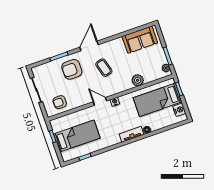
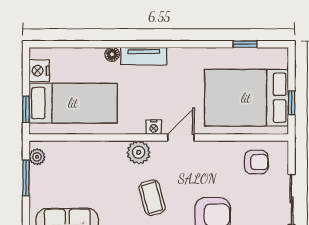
plant: (138, 80) -> (139, 152), moved
door: (100, 101) -> (181, 138), swing flipped
bed: (77, 136) -> (246, 98), width x1.50

